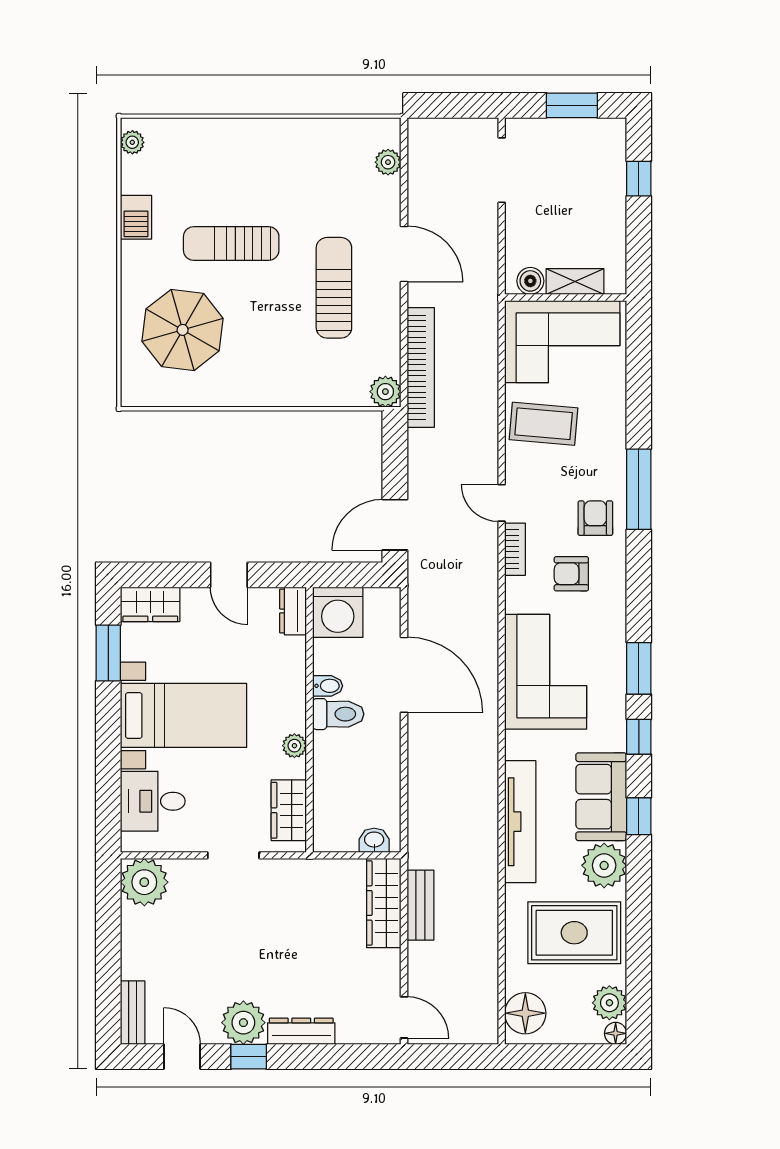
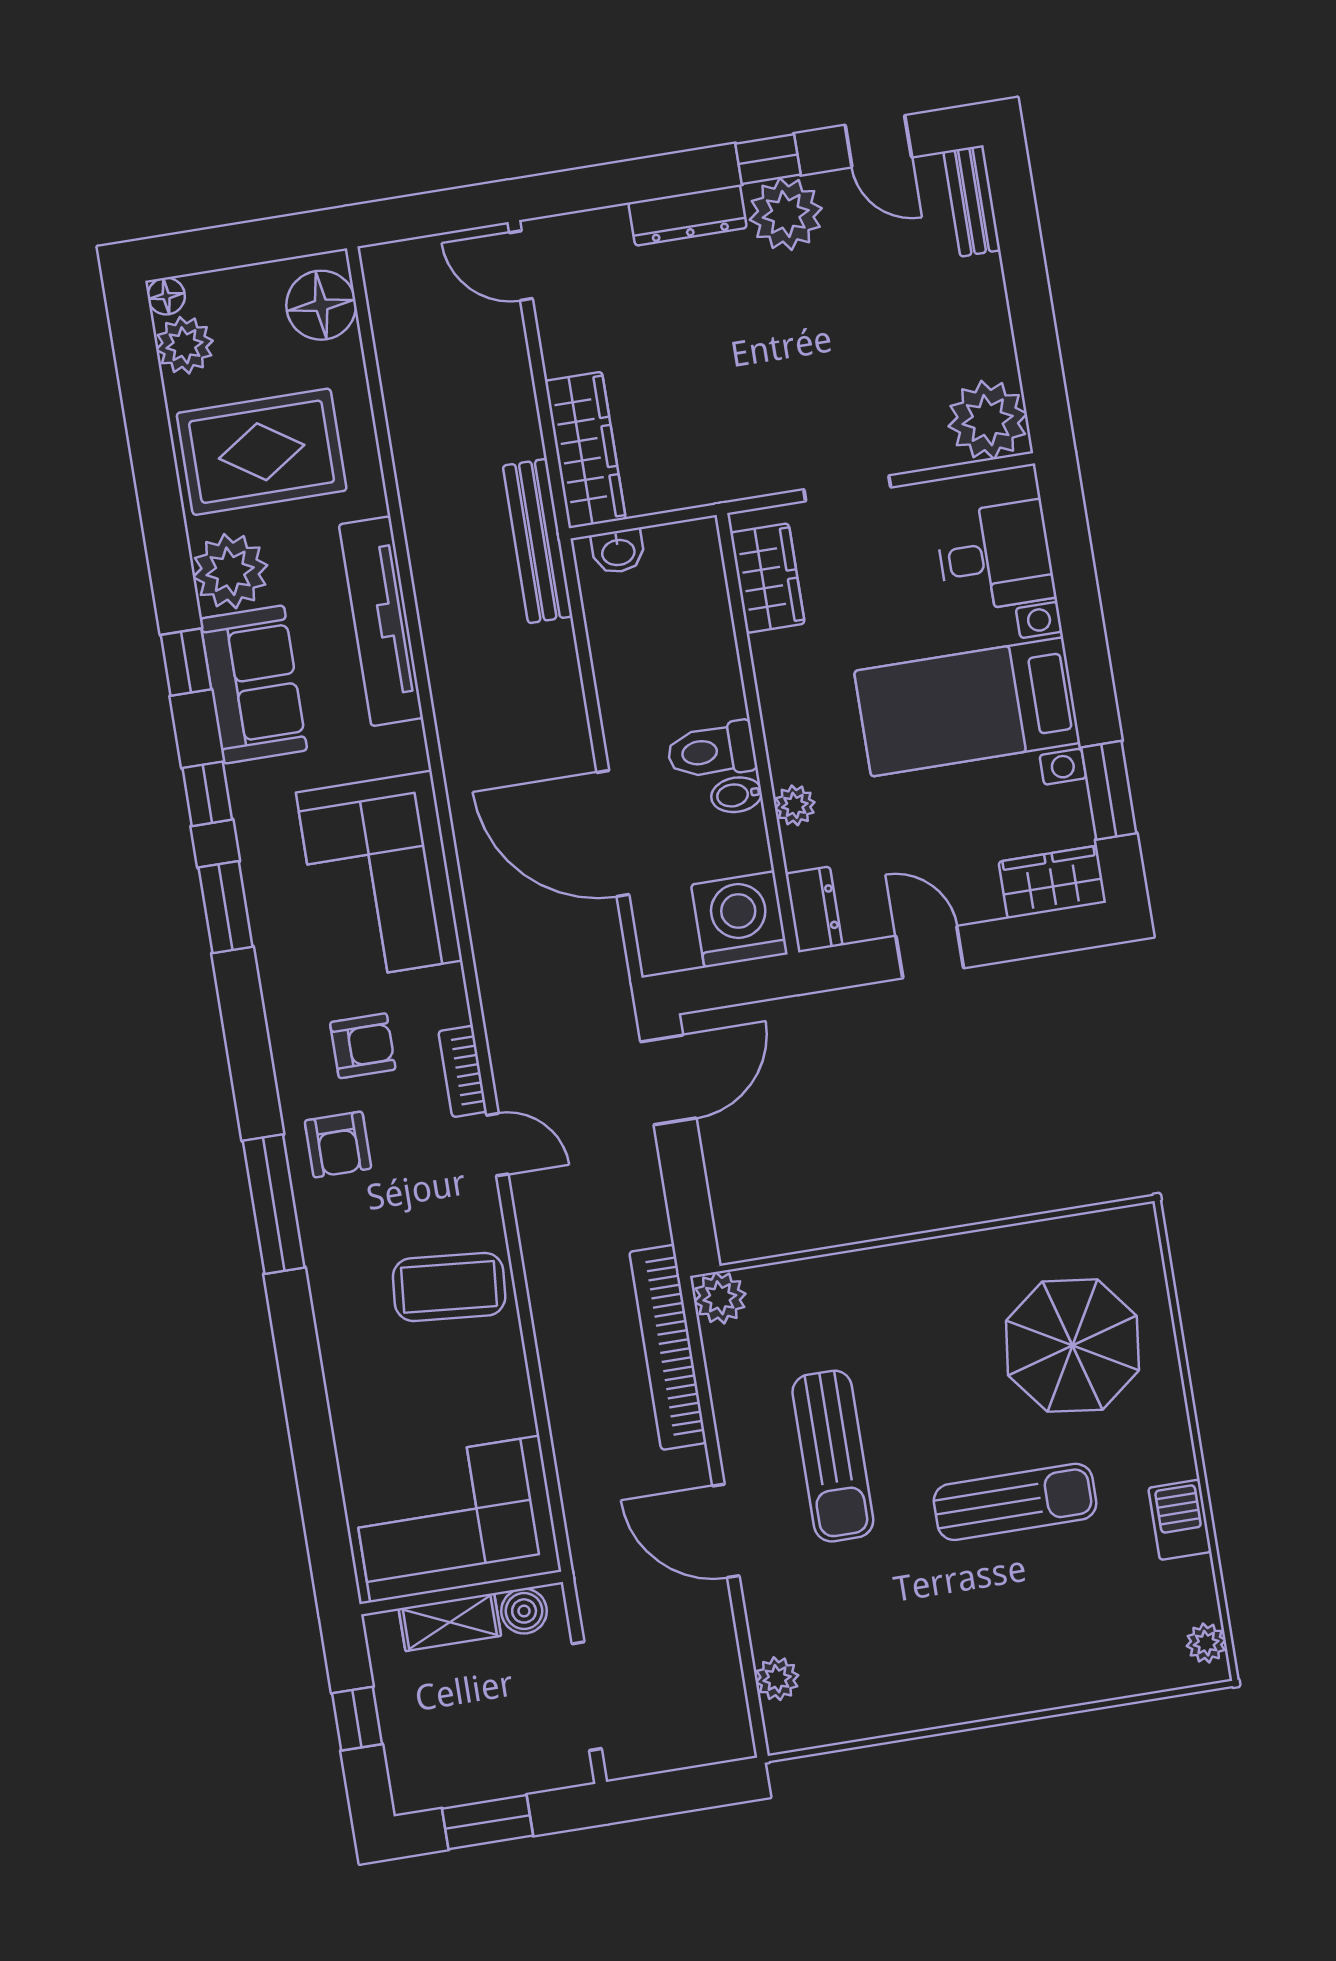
boiler: (530, 281) -> (524, 1611), moved
shelving: (575, 281) -> (450, 1622), moved
wall: (566, 297) -> (461, 1593), moved
corner sofa: (562, 342) -> (455, 1519), moved
plant: (294, 746) -> (795, 805), moved
bench: (420, 905) -> (538, 541), moved, width x1.36

